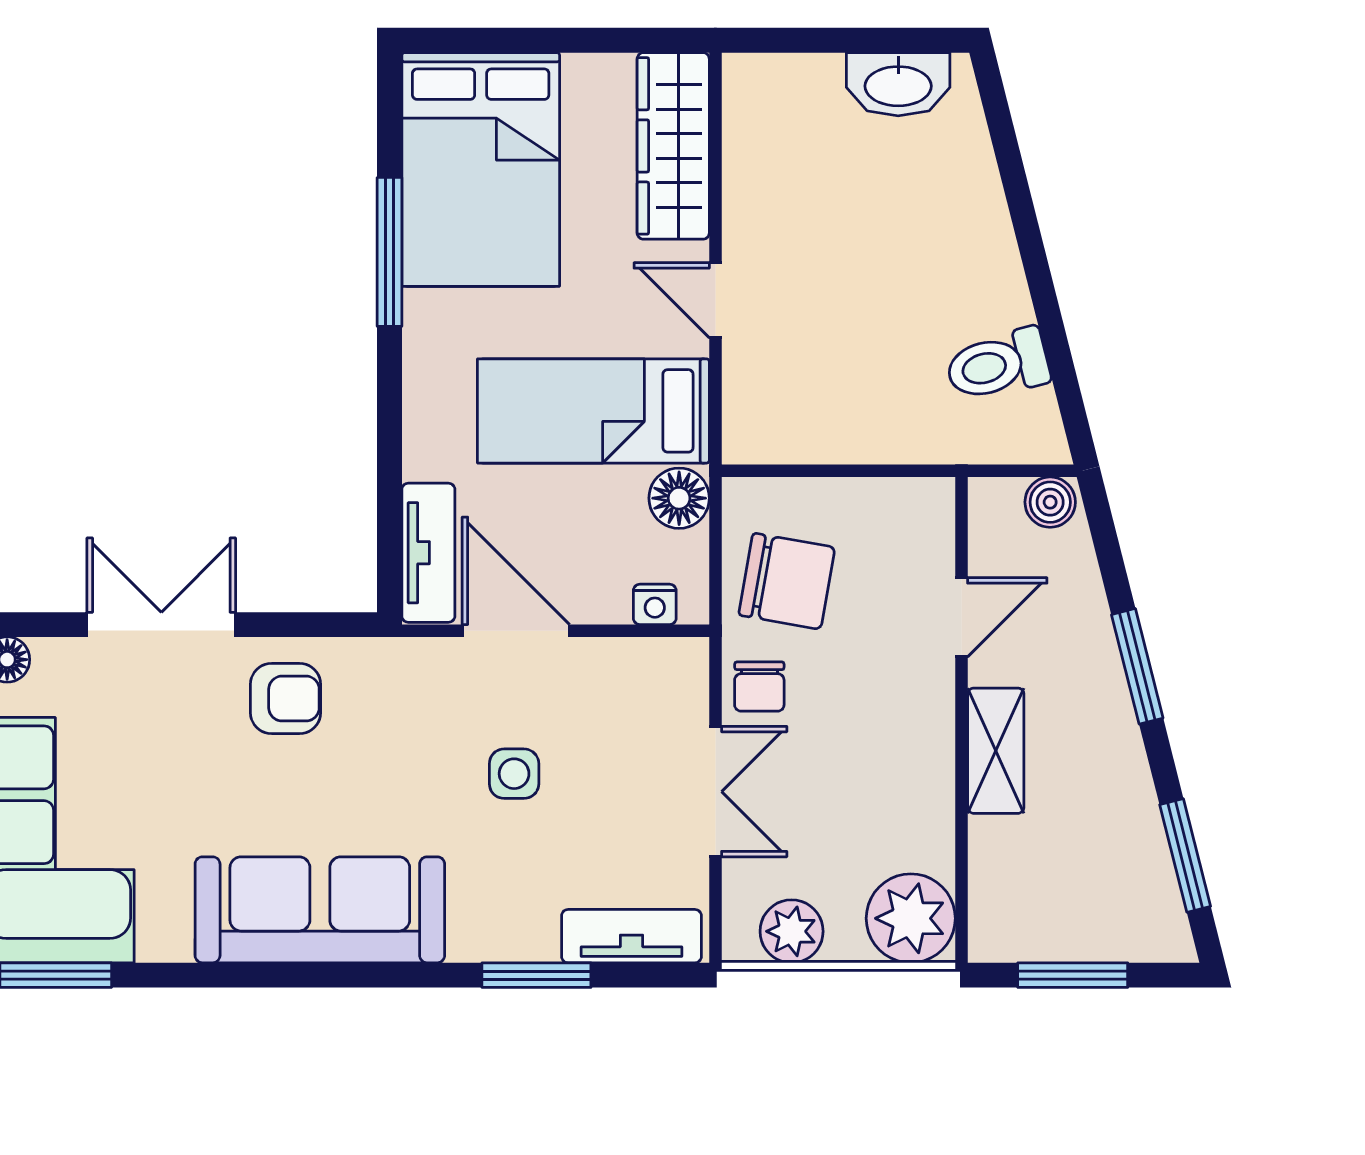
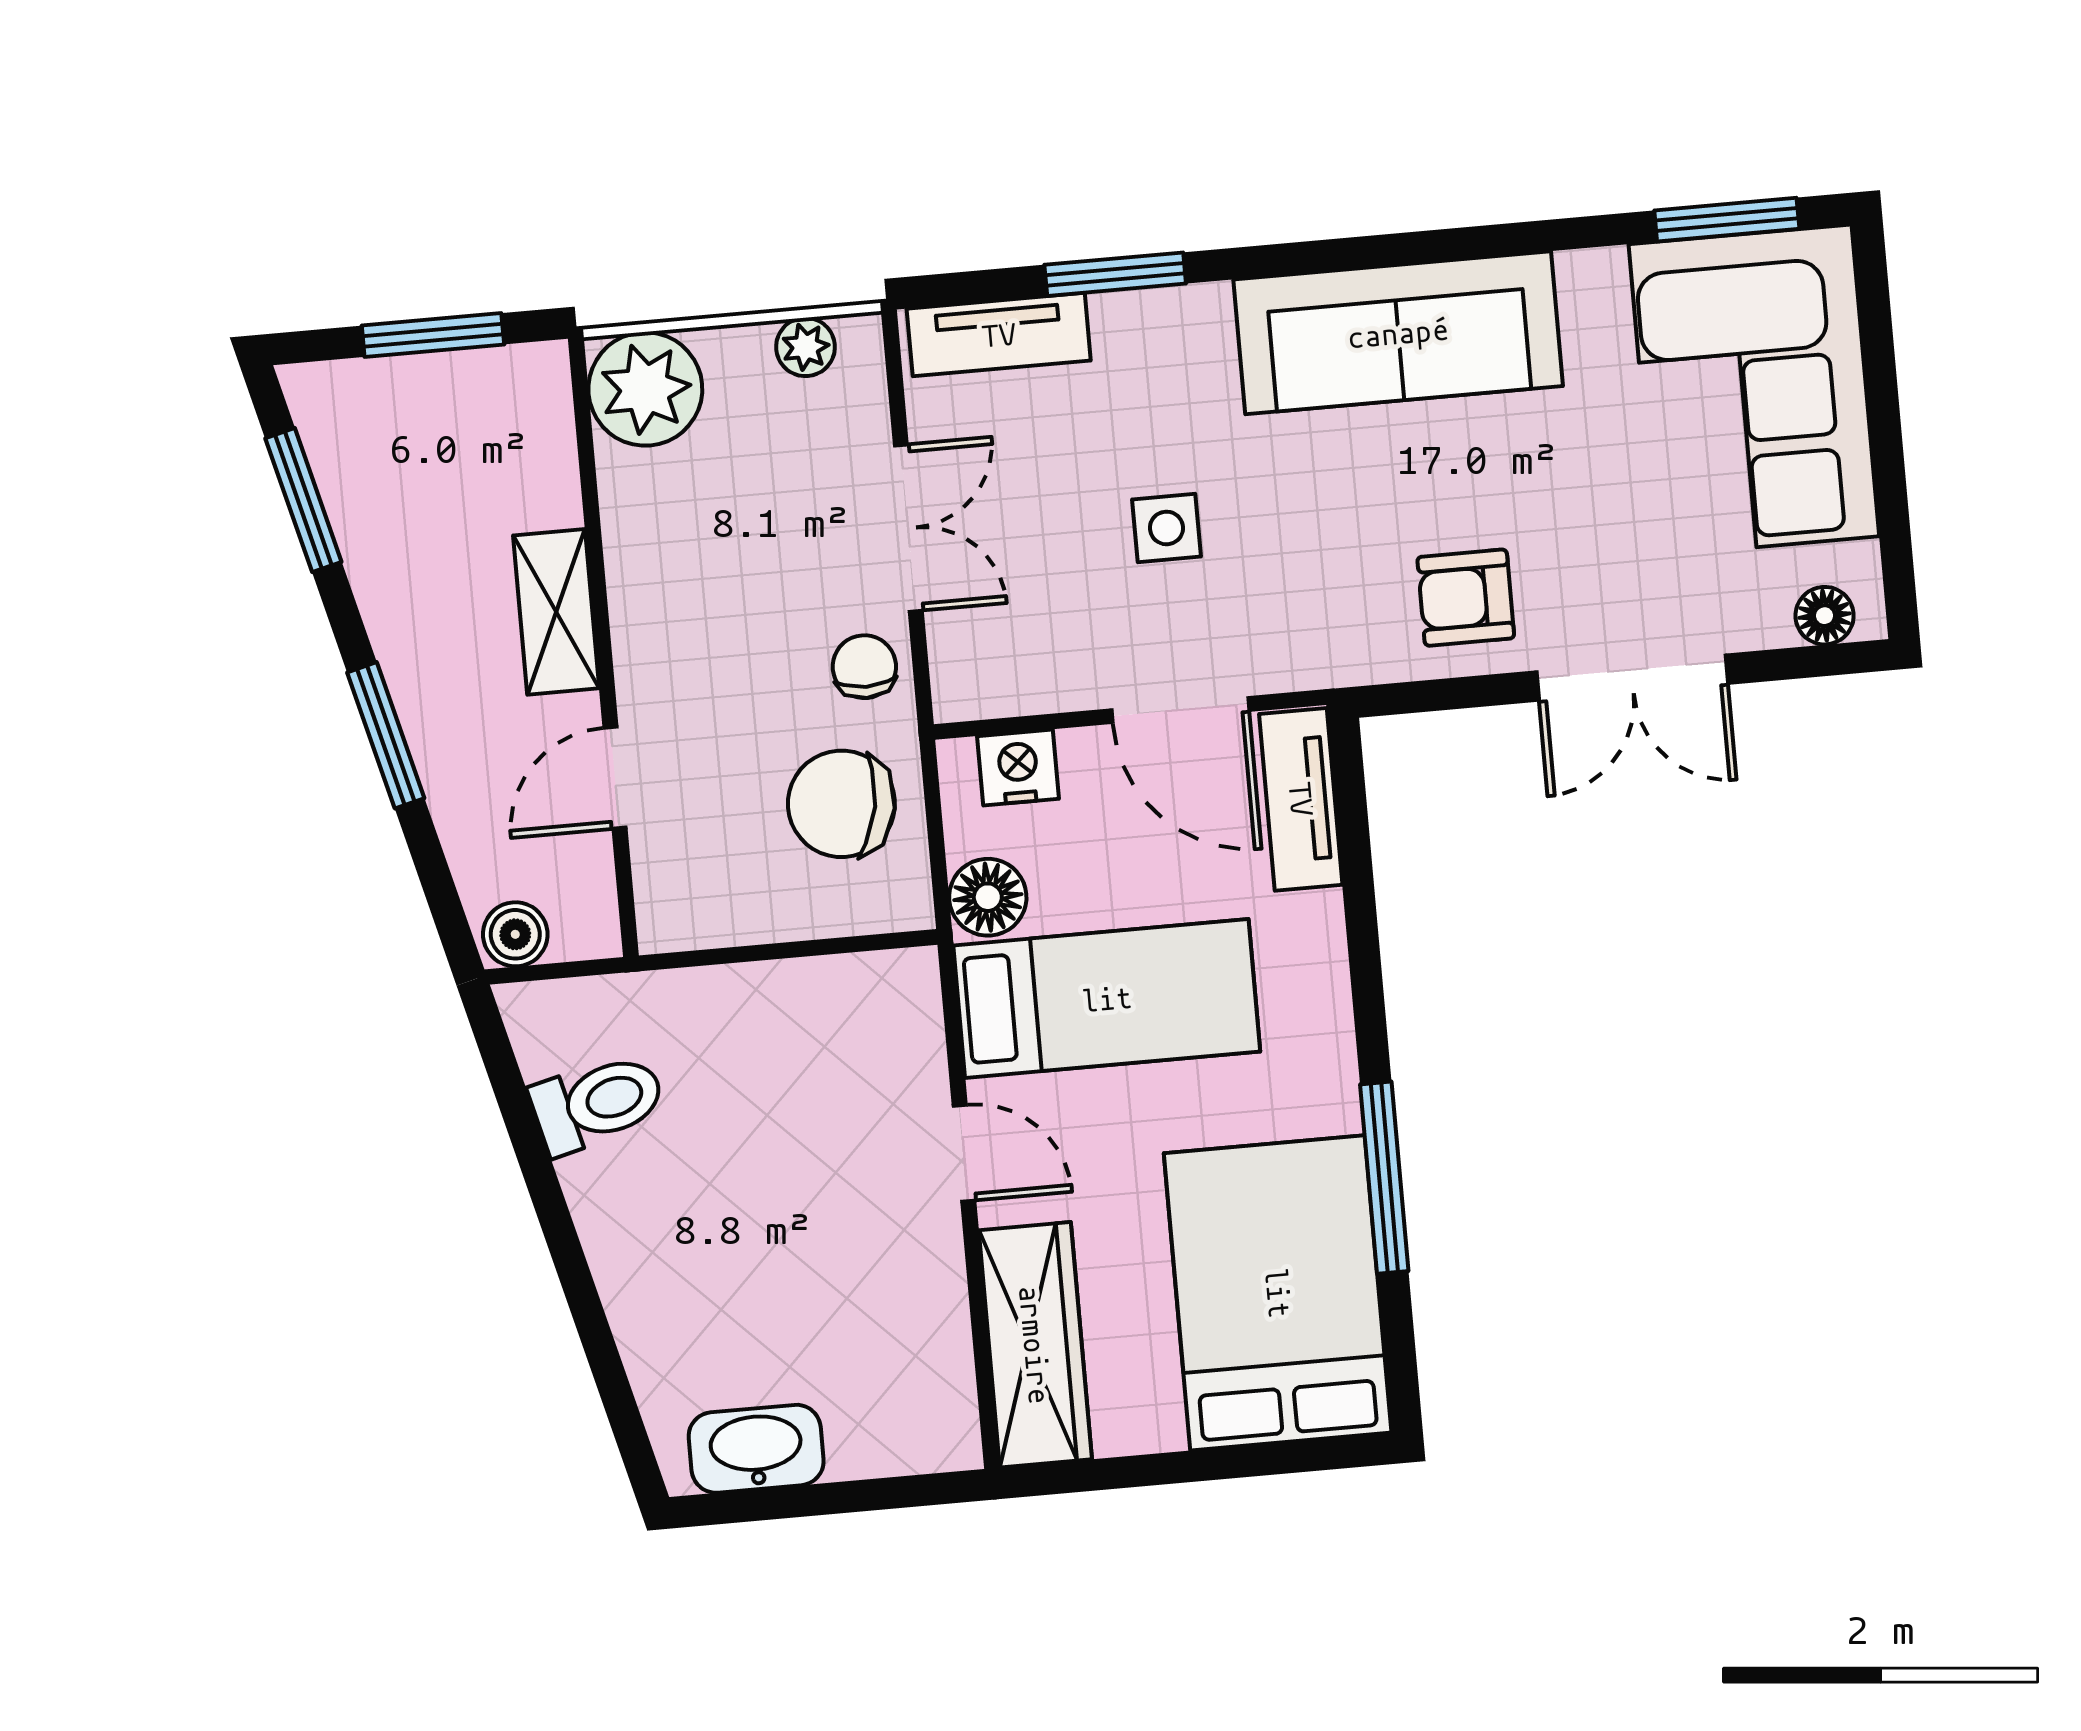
nightstand: (655, 604) -> (1018, 767), width x1.39, depth x1.35
double door: (715, 792) -> (908, 528), swing flipped
plant: (792, 931) -> (805, 347), width x0.73, depth x0.73

